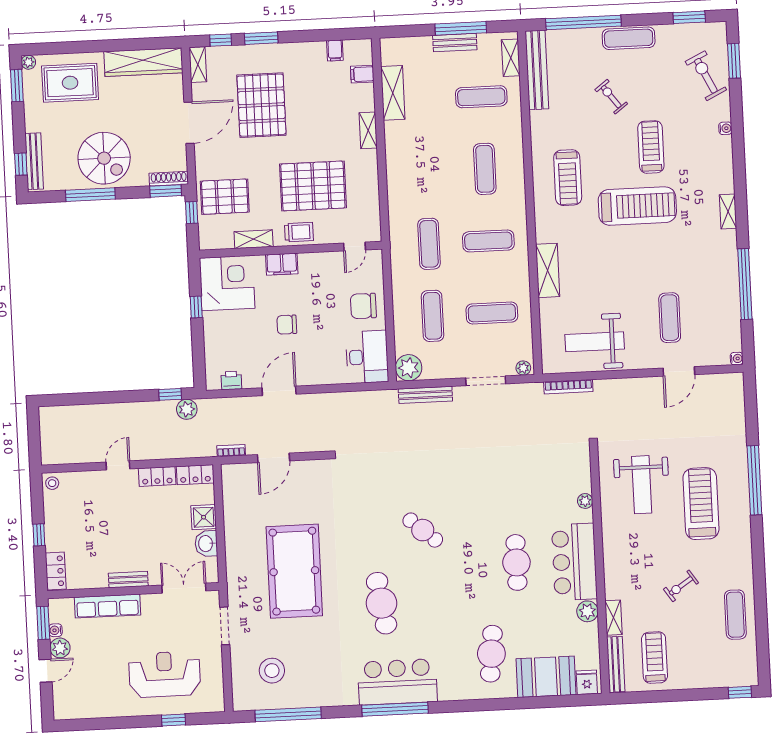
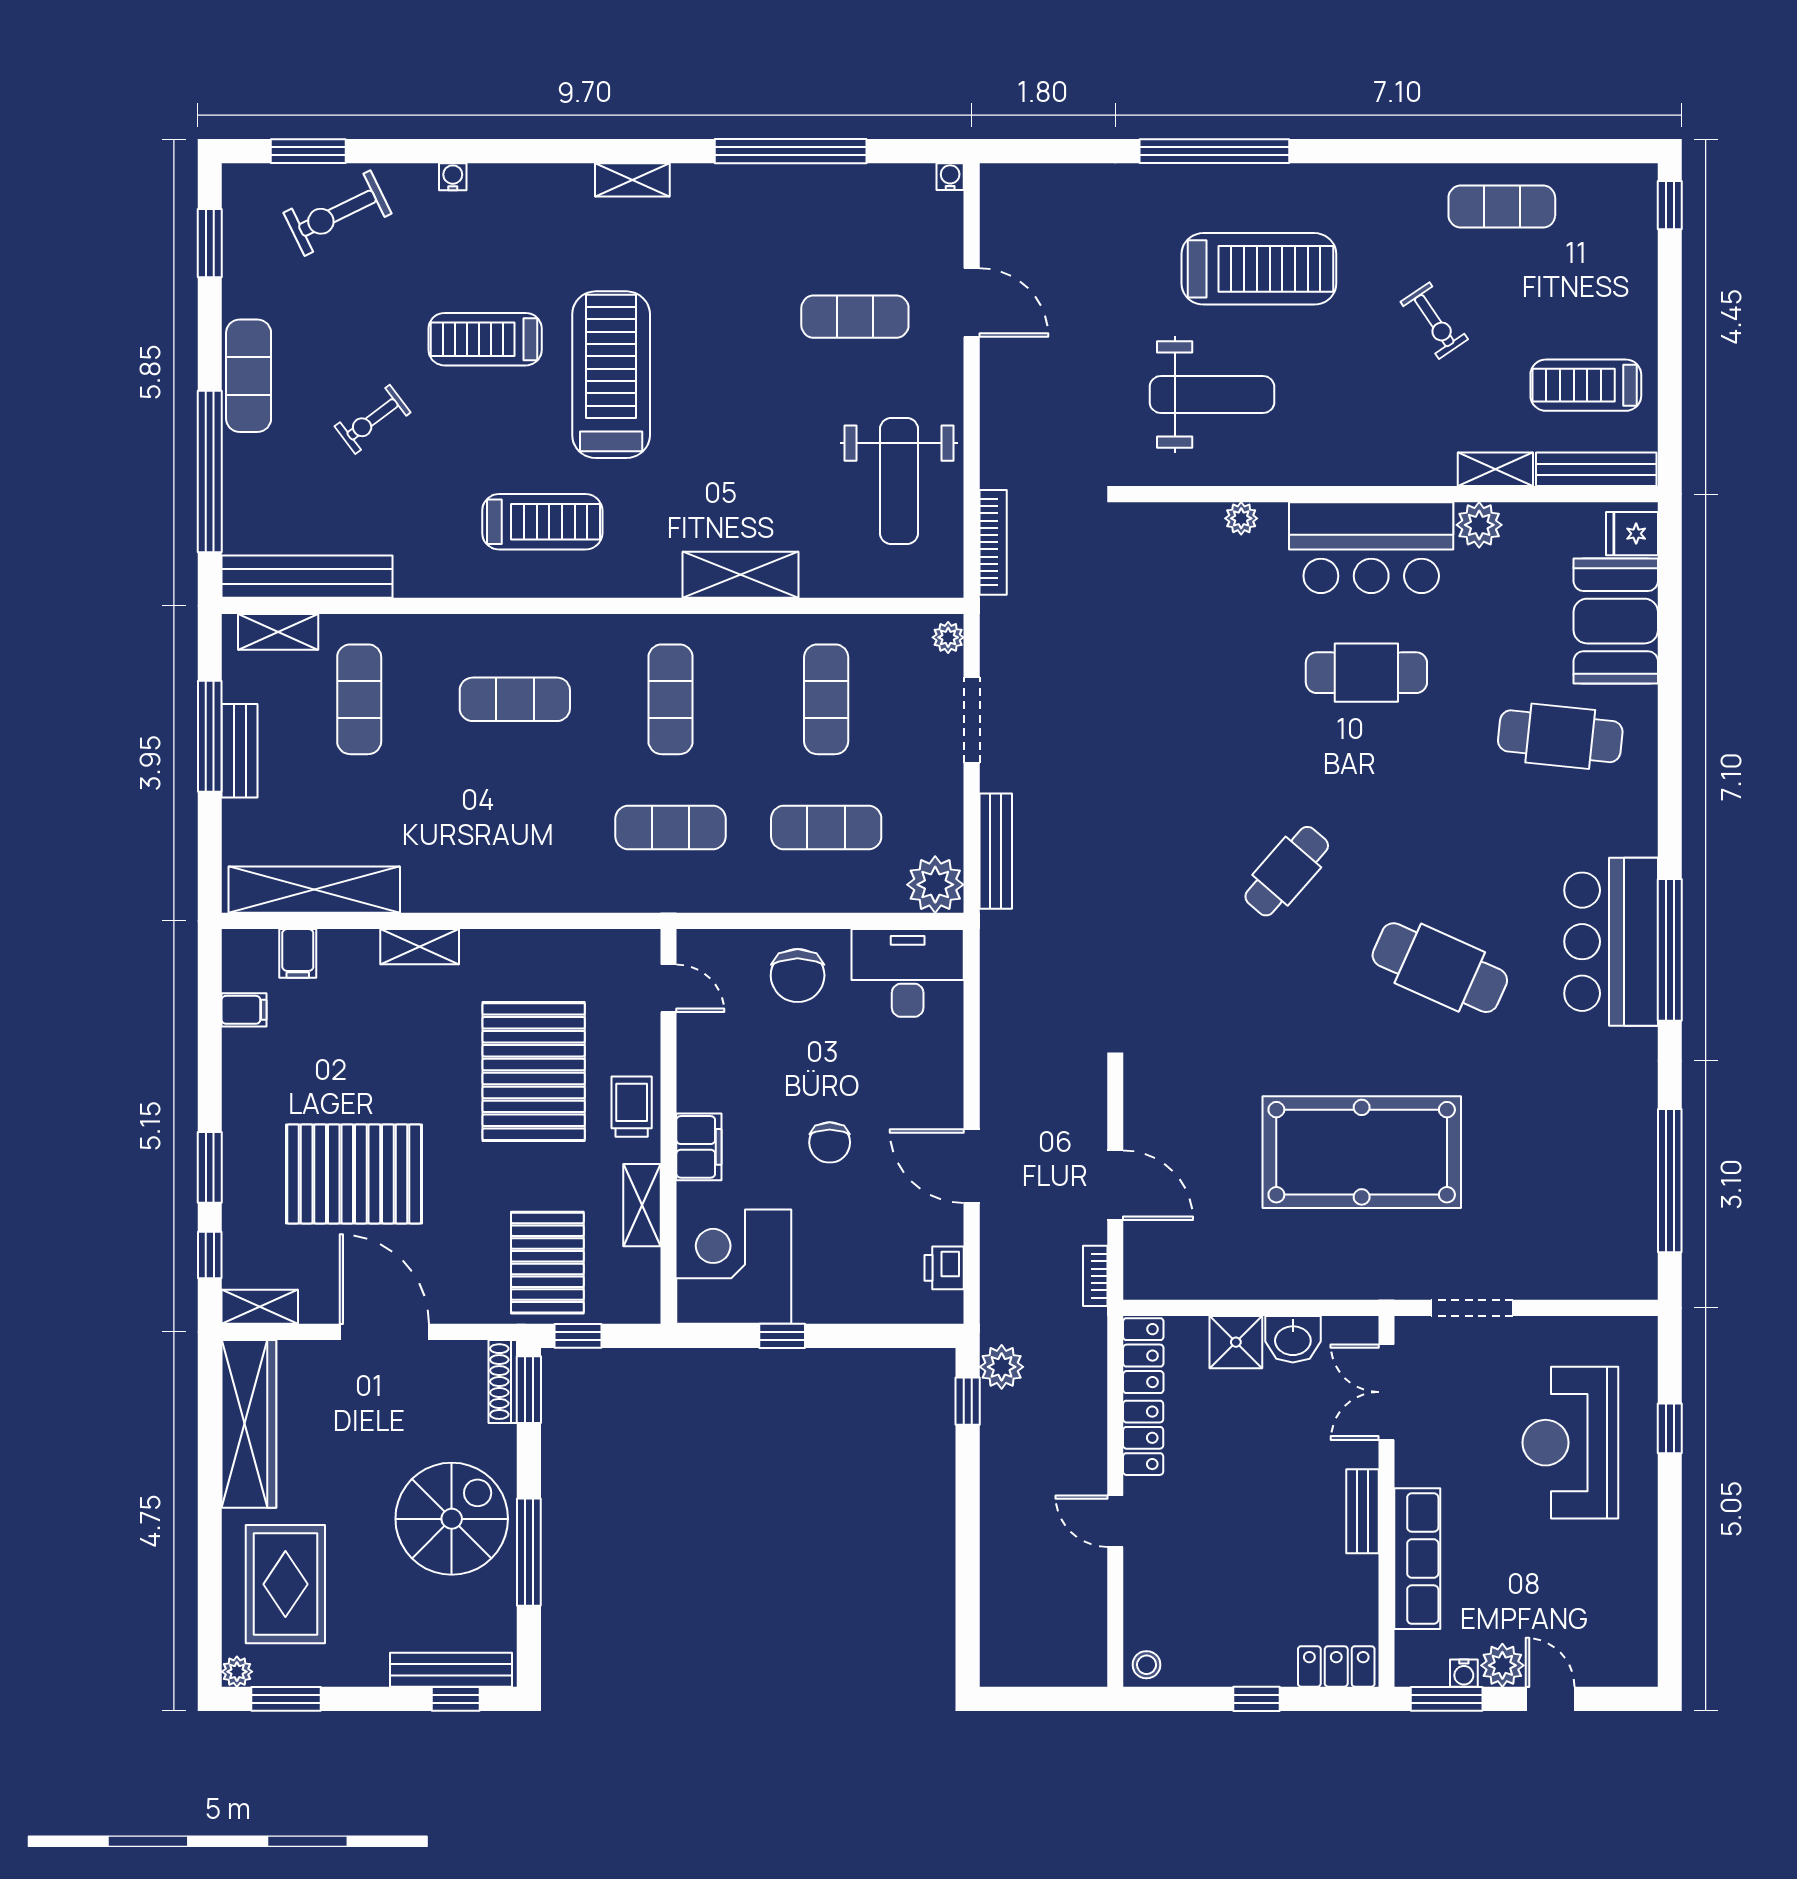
shelving: (393, 93) -> (314, 890), width x1.47
treadmill: (701, 504) -> (1259, 269), turned 180
cafe table: (382, 603) -> (1440, 968), turned 33
stool: (272, 671) -> (1574, 1211), removed

